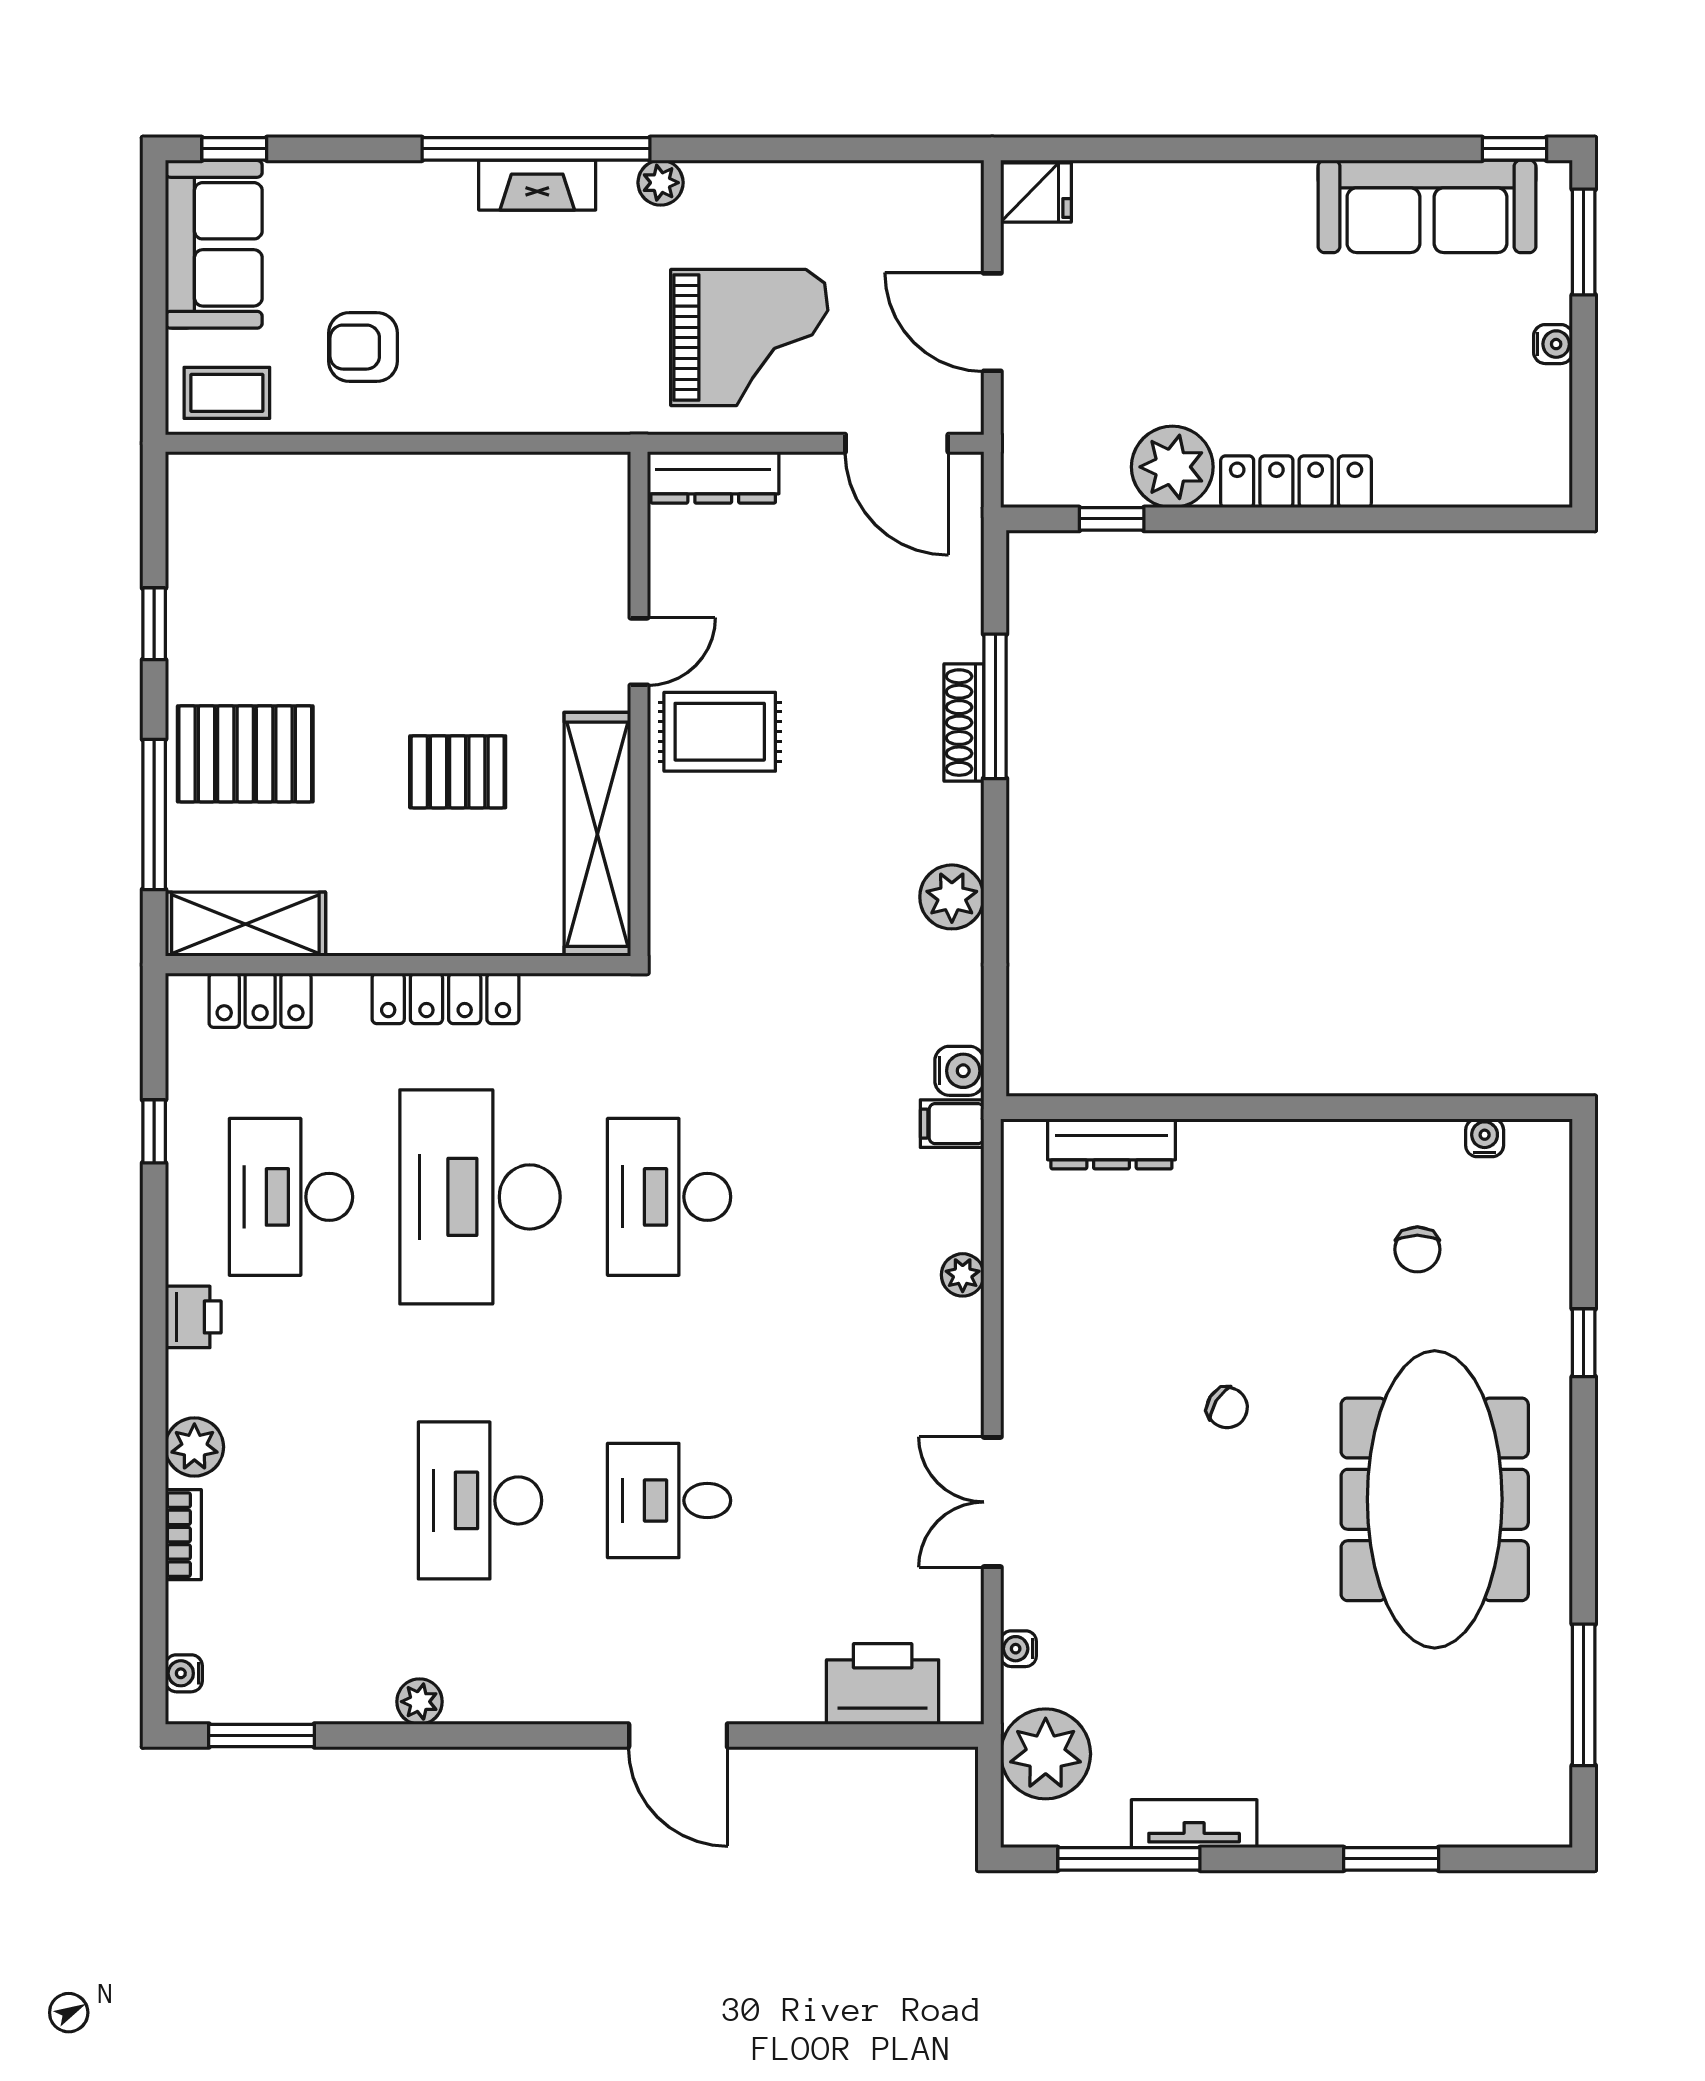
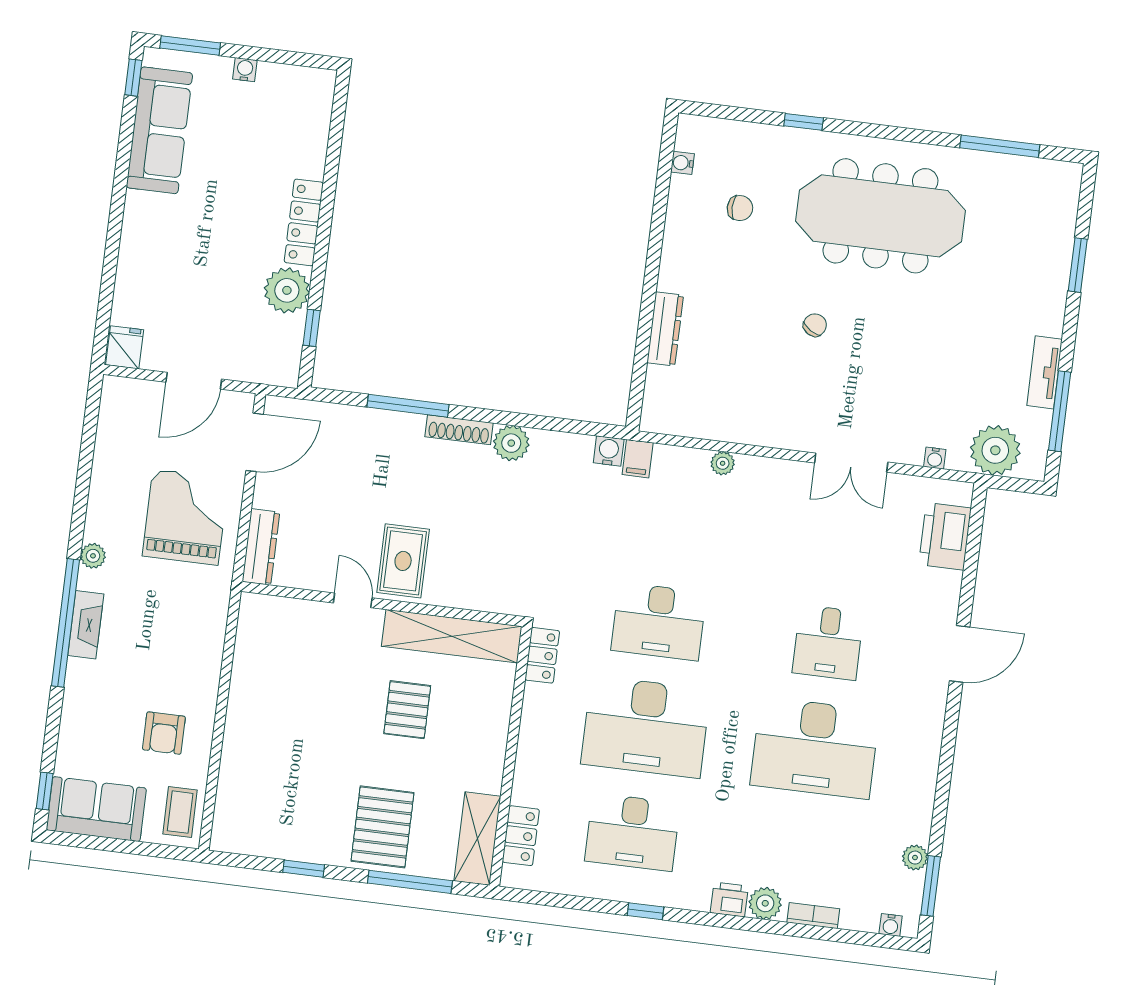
shoe rack: (964, 723) -> (459, 430), moved
locker: (446, 998) -> (542, 655), moved, width x0.66
window: (154, 1131) -> (646, 911), moved
dresser: (1111, 1144) -> (665, 329), moved
printer: (193, 1317) -> (729, 900), moved
desk: (480, 1500) -> (815, 748), width x1.36, depth x1.30
plant: (420, 1702) -> (915, 858), moved

